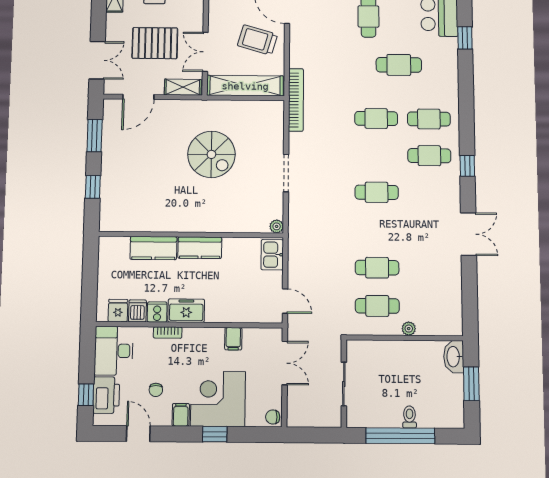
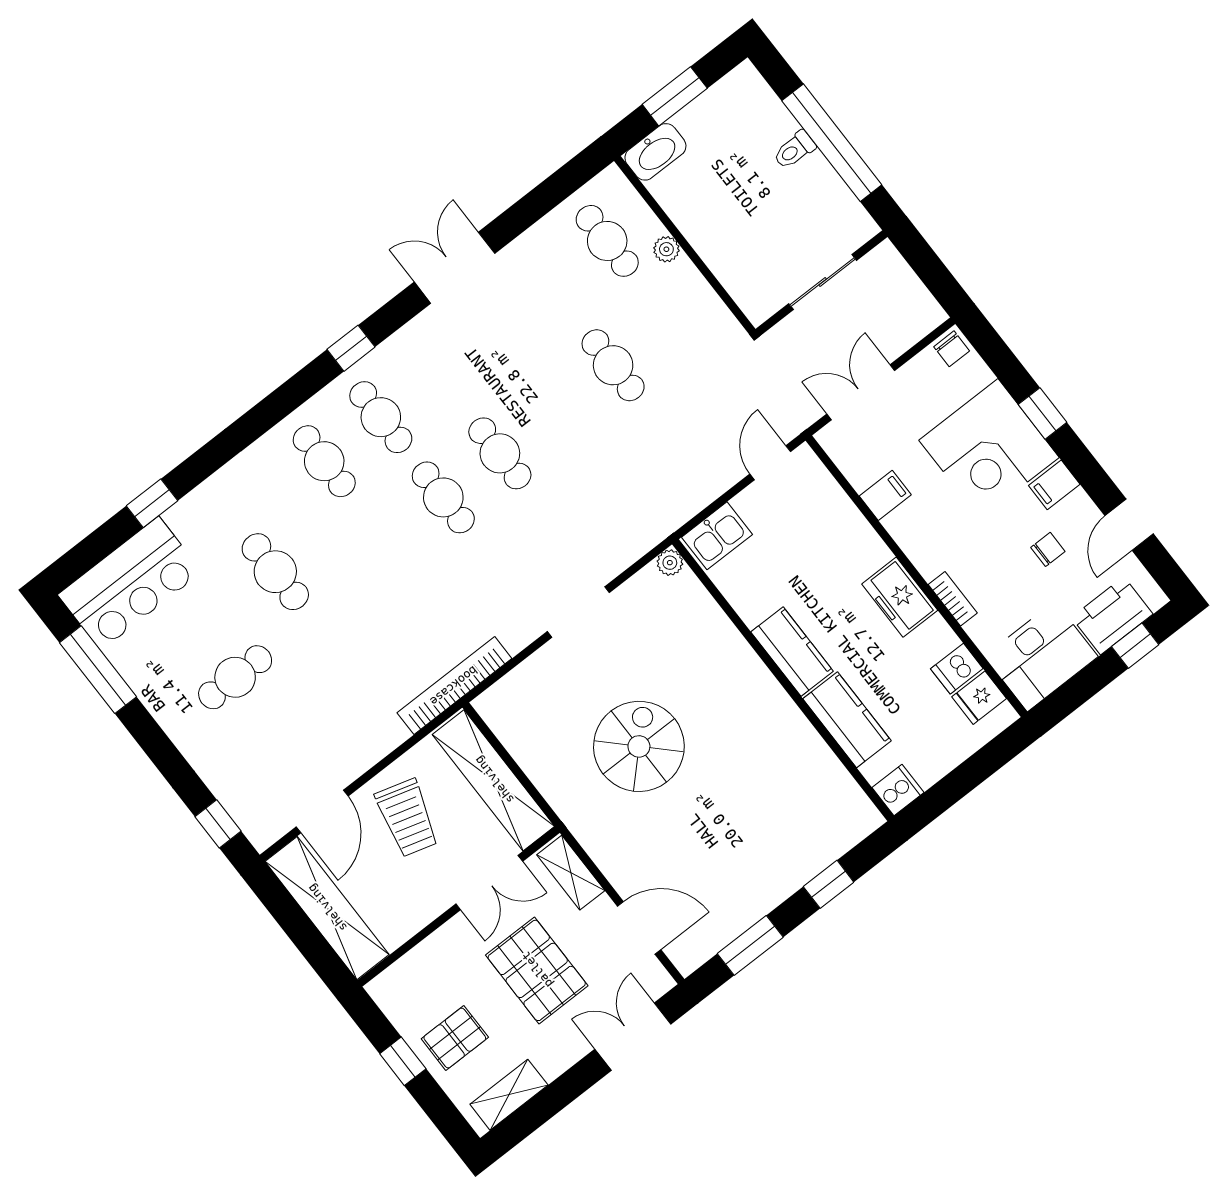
cafe table: (376, 118) -> (443, 497), moved
cafe table: (377, 306) -> (607, 241), moved
cooker: (157, 312) -> (898, 790), moved, turned 180

